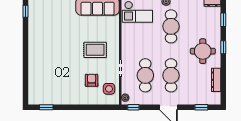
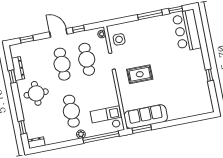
window: (25, 11) -> (209, 75), moved
window: (223, 47) -> (12, 76), moved
armchair: (92, 80) -> (137, 44), removed
bar counter: (39, 84) -> (187, 30), added
window: (73, 107) -> (150, 15), added
window: (133, 107) -> (78, 29), moved

